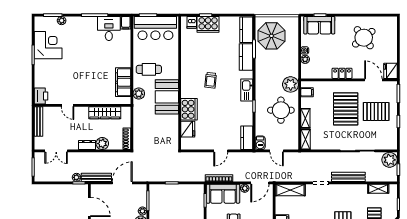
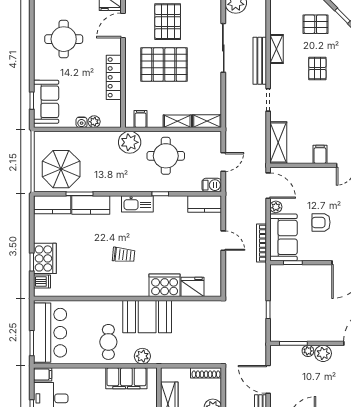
round table: (364, 38) -> (64, 39), turned 38
locker: (342, 73) -> (114, 77), width x1.53
shelving: (378, 189) -> (277, 49), moved

